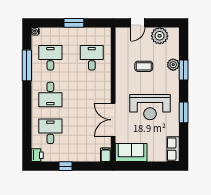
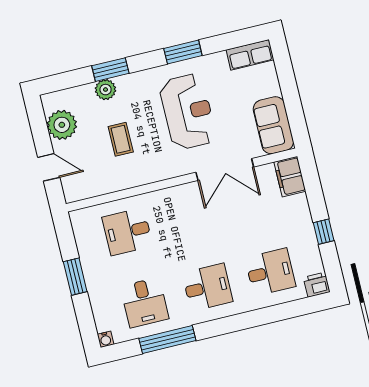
desk: (50, 58) -> (145, 303), turned -90
desk: (50, 131) -> (270, 272), turned 180
filing cabinet: (106, 155) -> (290, 177), width x2.00

